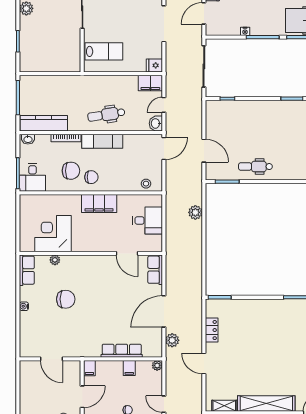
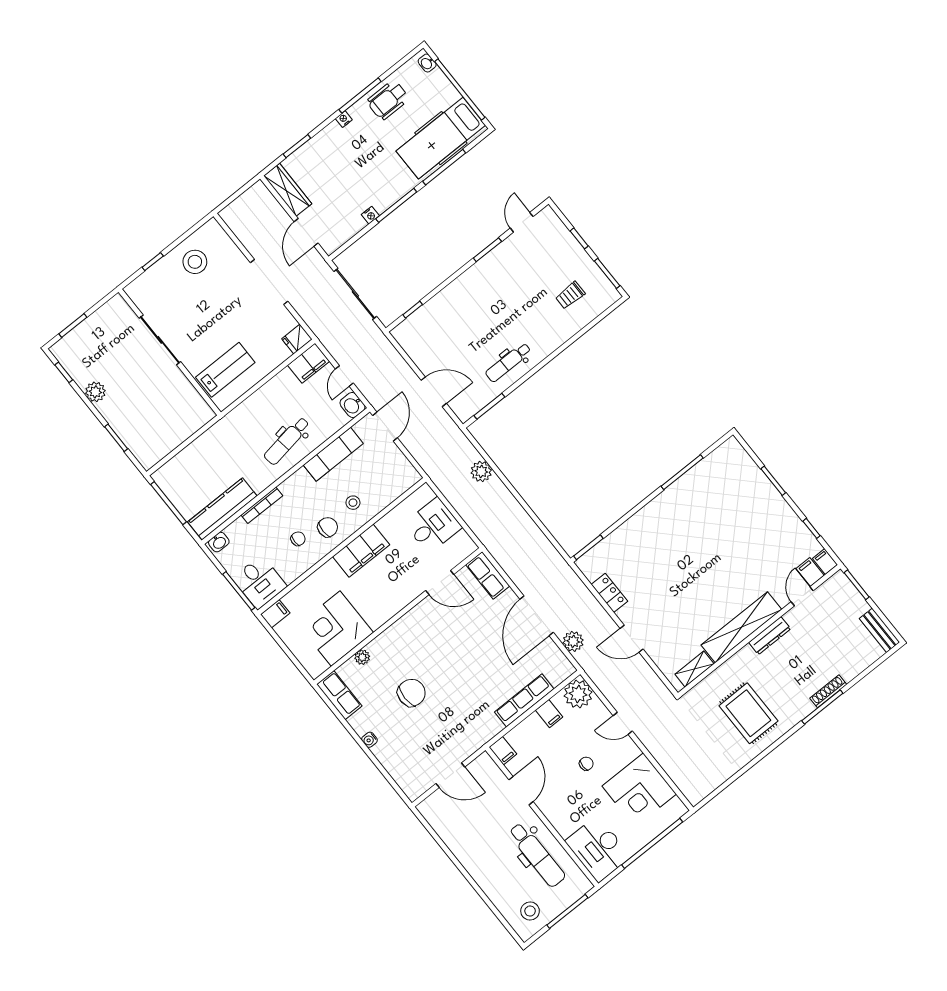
exam couch: (102, 141) -> (333, 454), moved
chair: (71, 171) -> (298, 539), width x0.54, depth x0.54
stool: (146, 184) -> (353, 503), moved
filing cabinet: (27, 200) -> (275, 614), added
plant: (157, 365) -> (578, 694), width x1.87, depth x1.87

